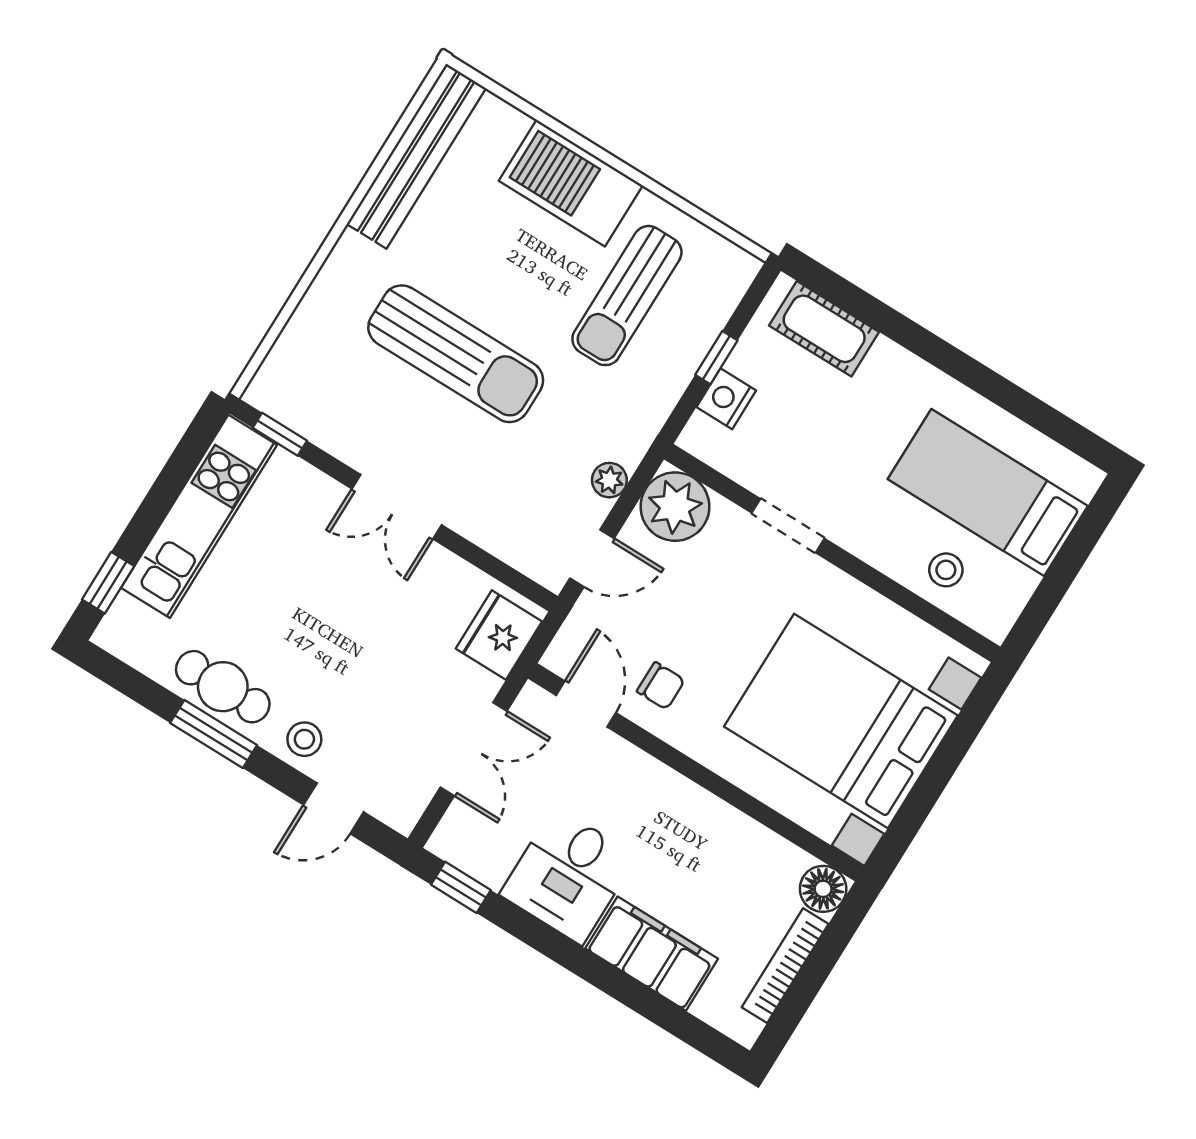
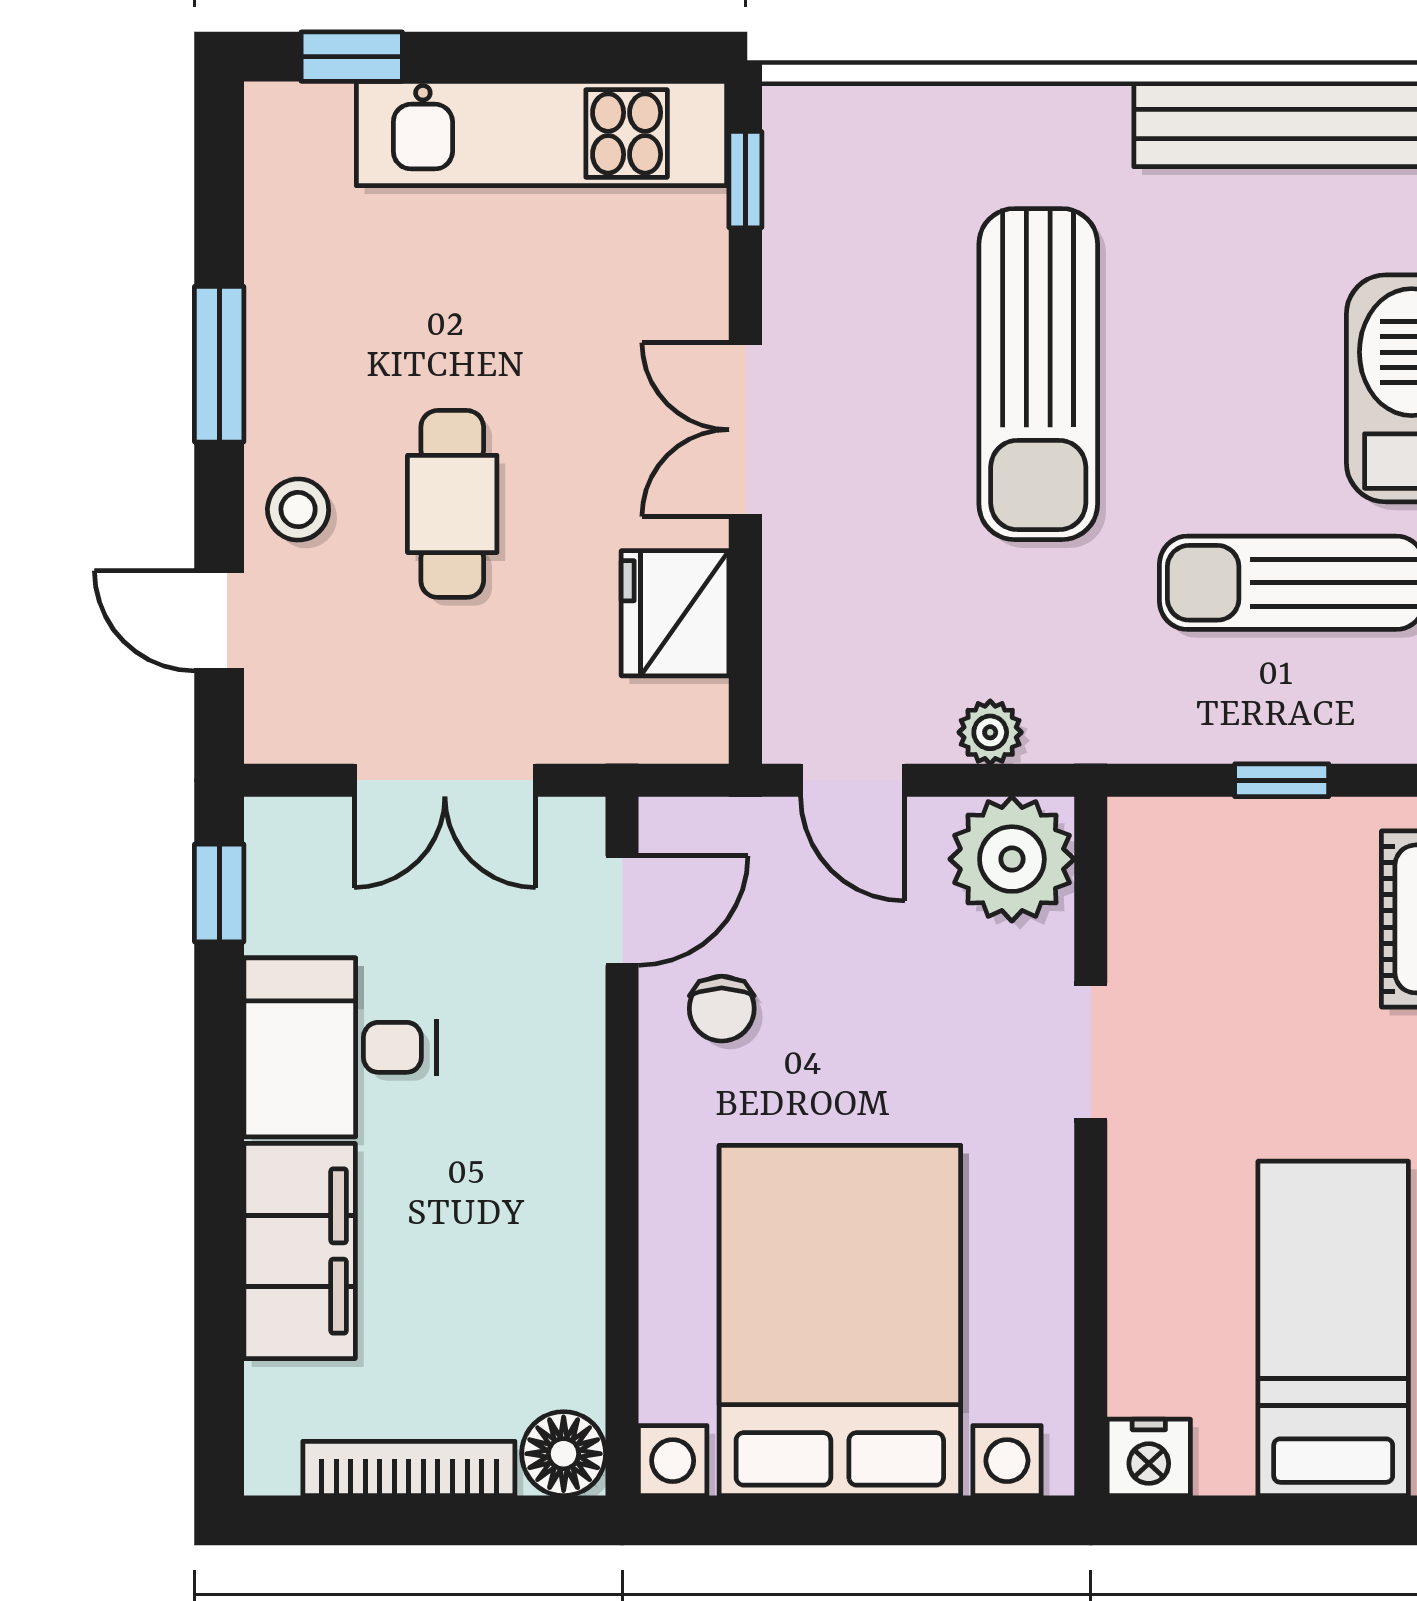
nightstand: (726, 399) -> (1149, 1457), moved, turned 180
stool: (946, 570) -> (1174, 1338), removed
fridge: (499, 635) -> (675, 613), moved, turned -90
cafe table: (223, 687) -> (452, 504), moved

